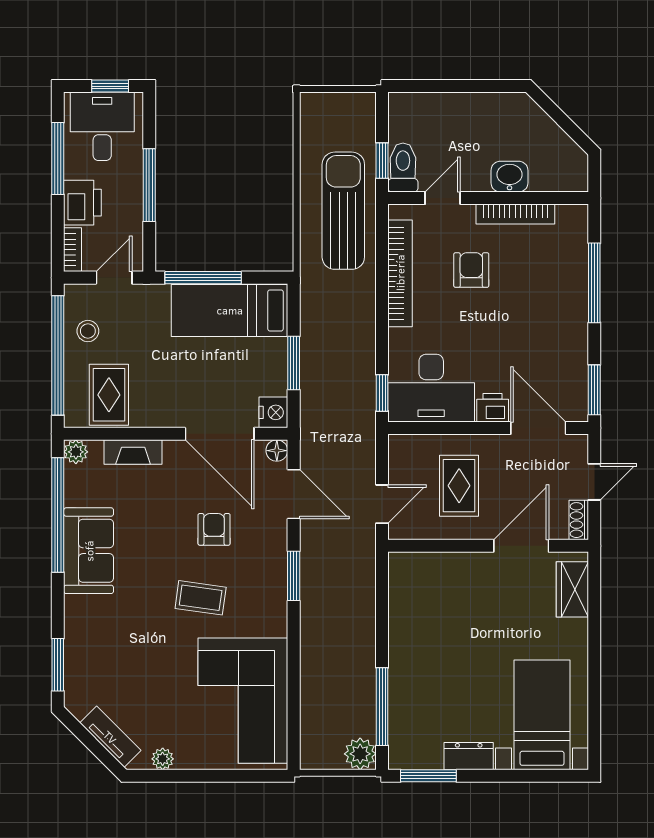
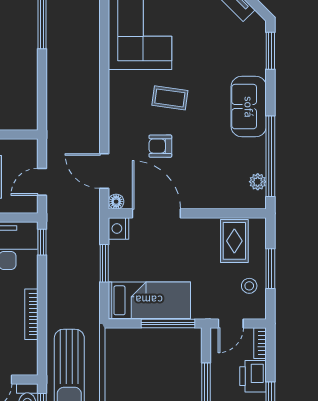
bookcase: (400, 273) -> (31, 314), width x0.68, depth x0.76
window: (58, 355) -> (270, 269), width x0.47
plant: (76, 452) -> (258, 182), moved
fireplace: (133, 452) -> (217, 201), removed
door: (382, 504) -> (42, 182), moved
armchair: (214, 529) -> (160, 146), turned 90
sofa: (89, 551) -> (249, 107), moved
window: (294, 576) -> (104, 113), removed

